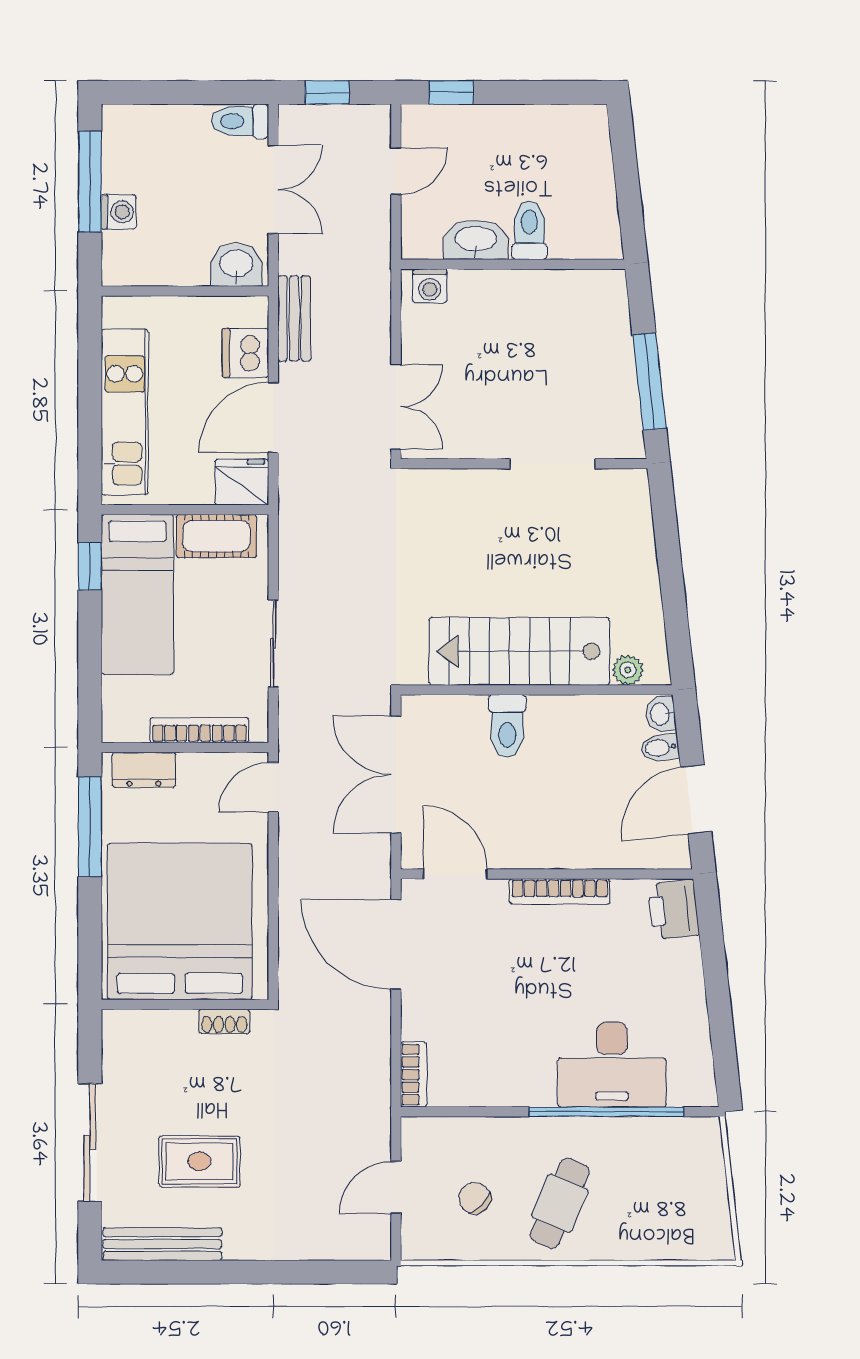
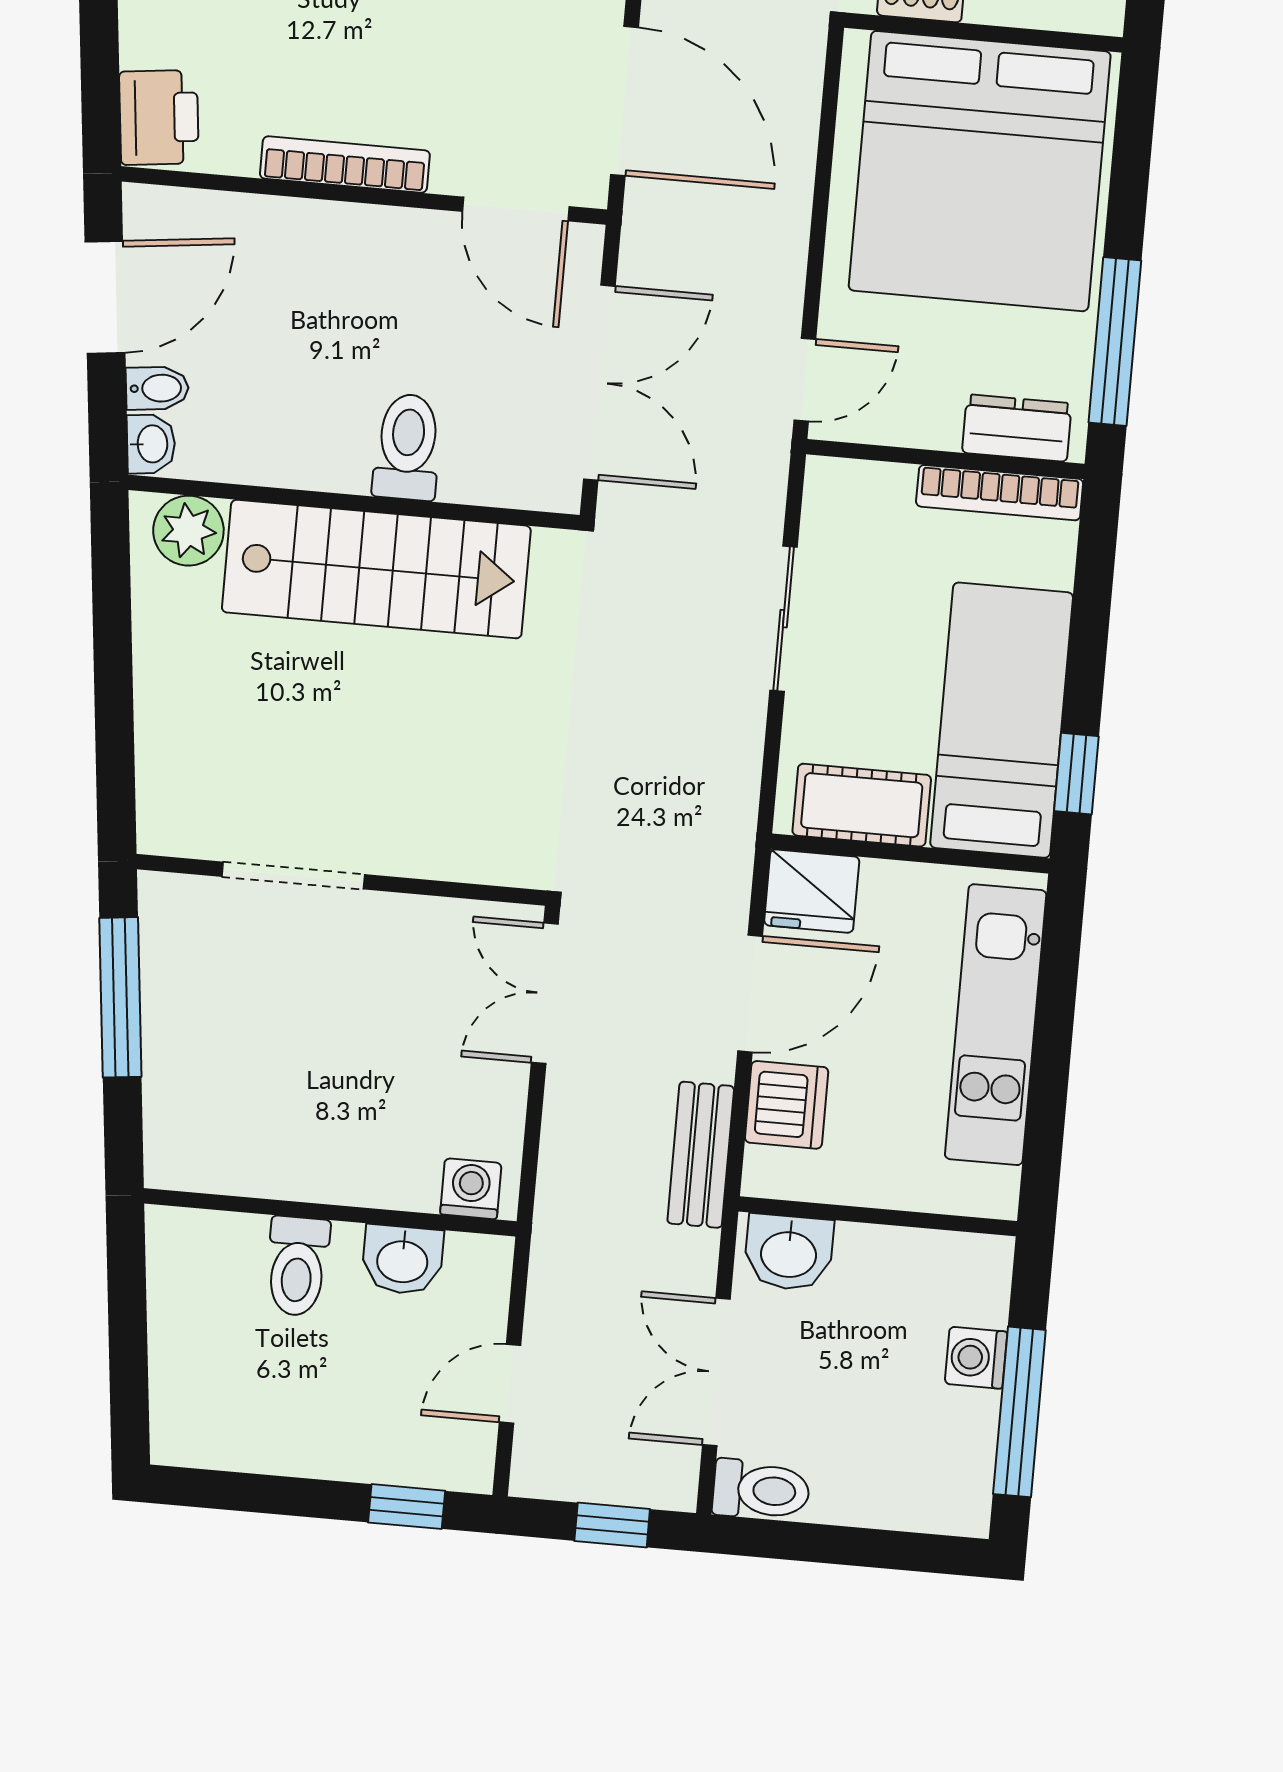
washbasin: (476, 240) -> (402, 1260), width x0.72
plant: (628, 670) -> (188, 531), width x1.38, depth x1.38
bookcase: (199, 730) -> (1000, 493), moved

